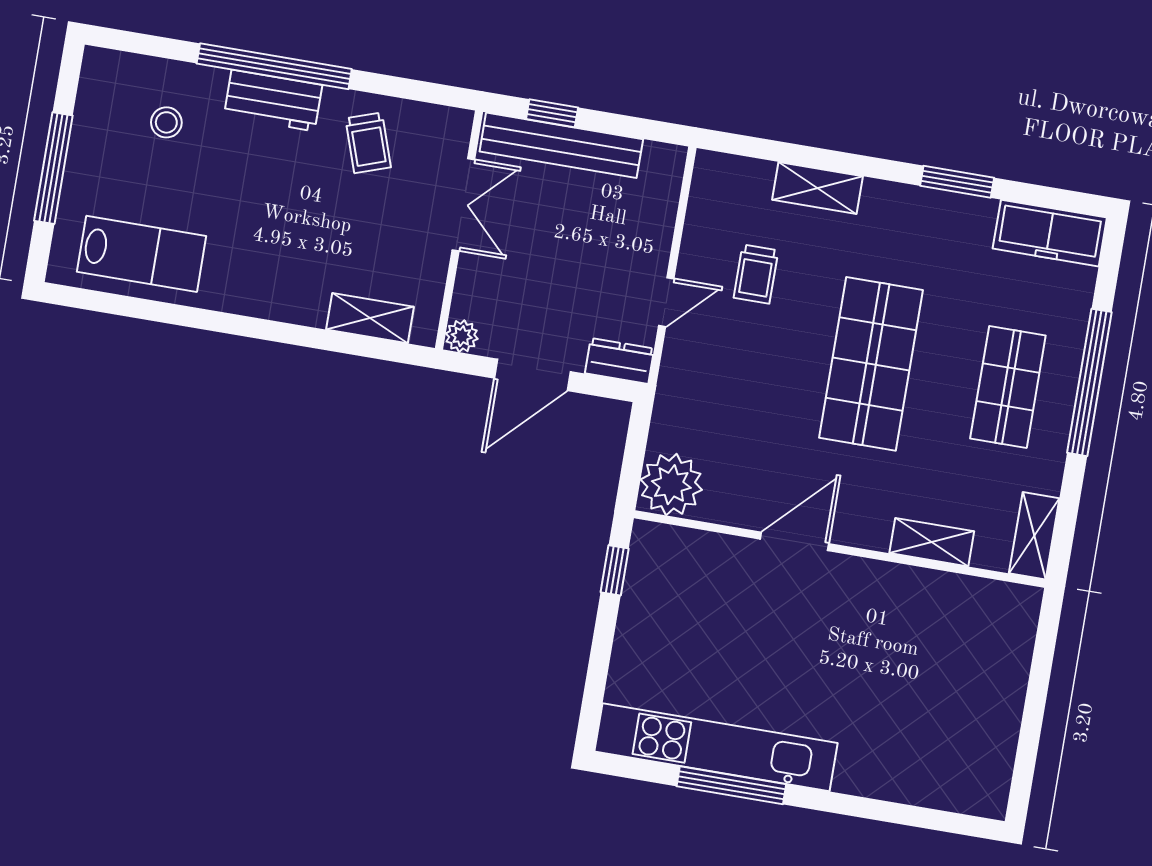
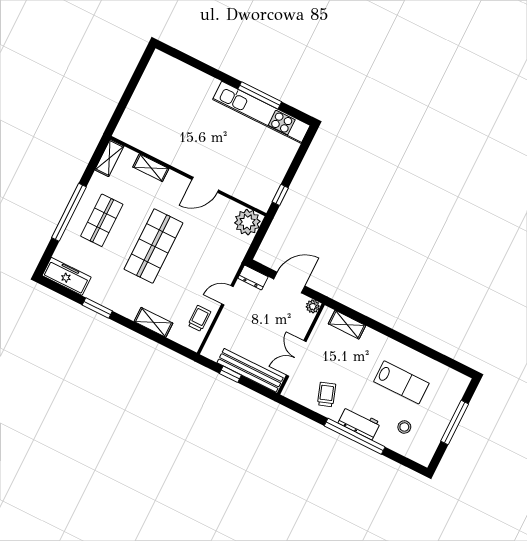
window: (552, 113) -> (230, 374), moved
lab bench: (142, 254) -> (401, 382), moved, turned 180
trolley: (756, 274) -> (199, 318), moved

